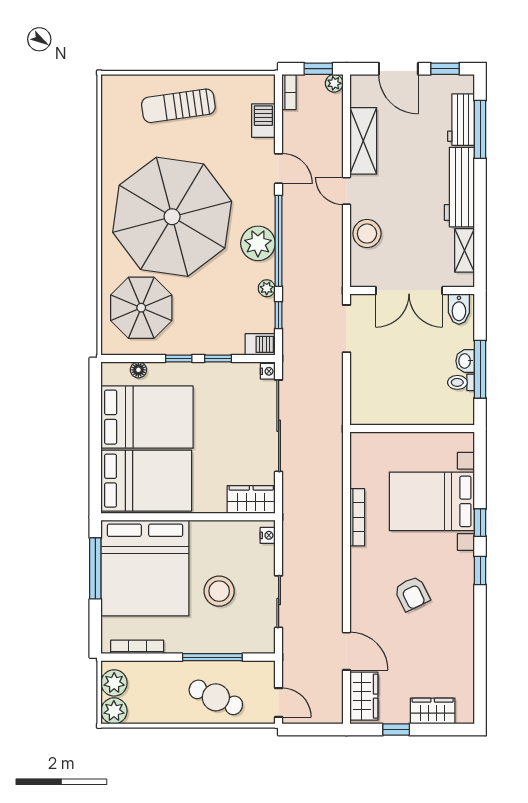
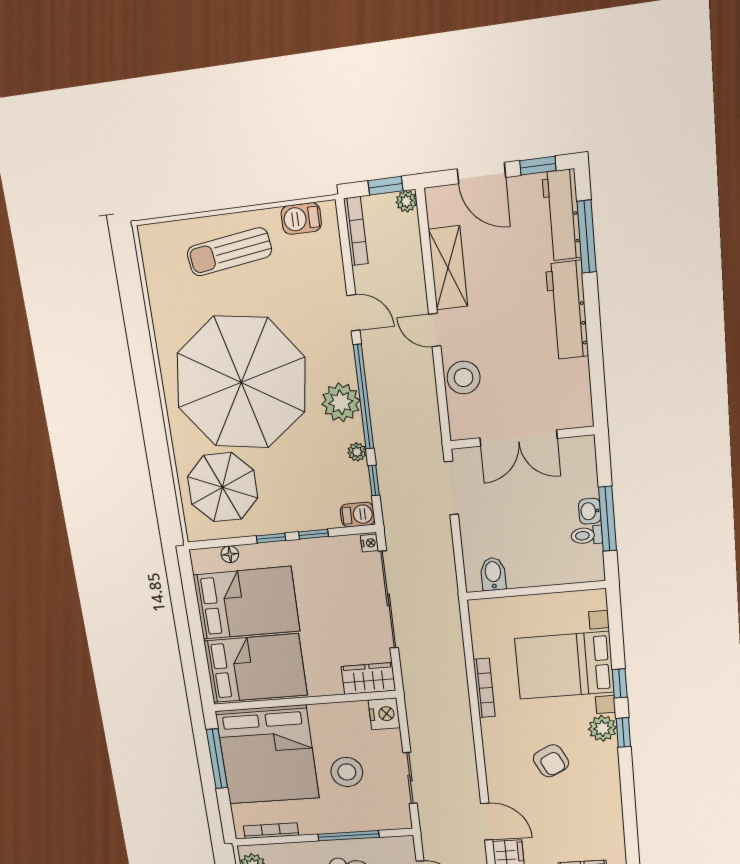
bookcase: (289, 92) -> (356, 231), width x1.56
workbench: (461, 120) -> (562, 215), width x1.38
barbecue: (263, 121) -> (301, 219), moved, turned -90
shelving: (465, 250) -> (579, 385), removed
bidet: (459, 309) -> (493, 574), moved, turned 180
nightstand: (268, 535) -> (384, 714), width x1.89, depth x1.79
plant: (461, 565) -> (602, 728), added

